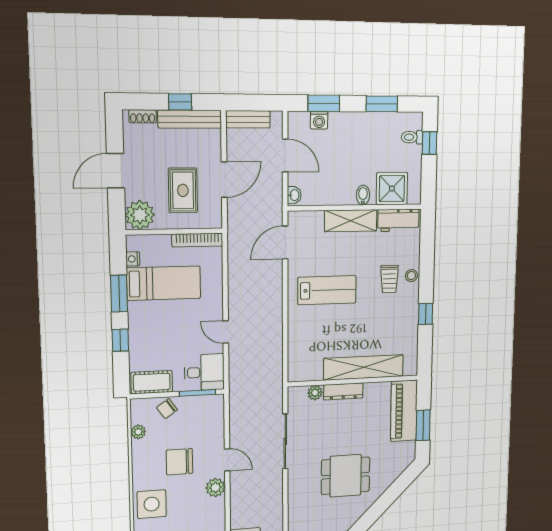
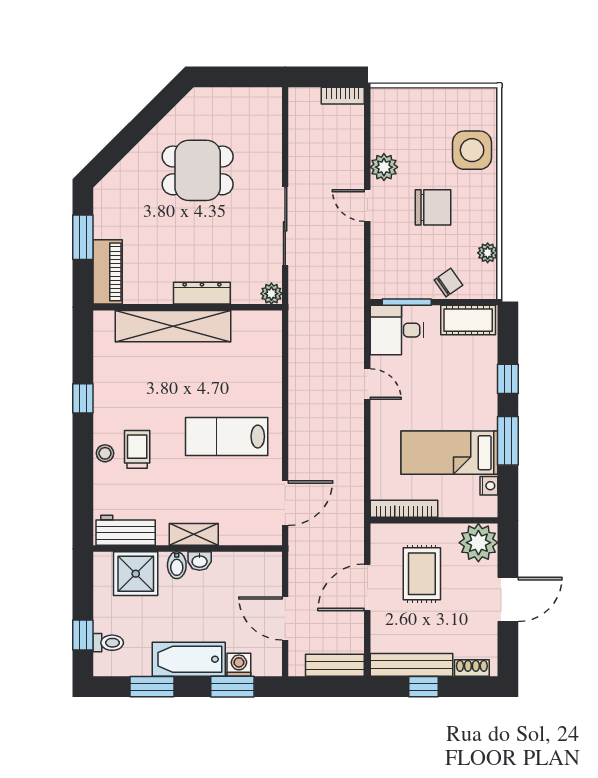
bathtub: (355, 124) -> (189, 659), added
washbasin: (294, 195) -> (200, 561), moved, turned -90
shelving: (351, 221) -> (194, 534), width x0.67, depth x0.75
plant: (315, 393) -> (271, 294), moved
piano: (404, 411) -> (108, 272), width x0.73, depth x0.75

